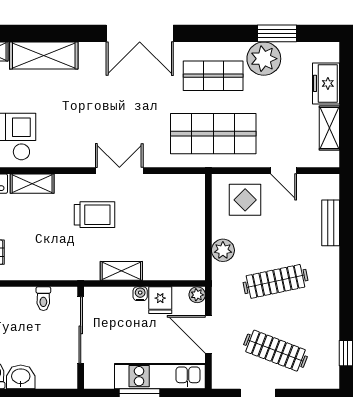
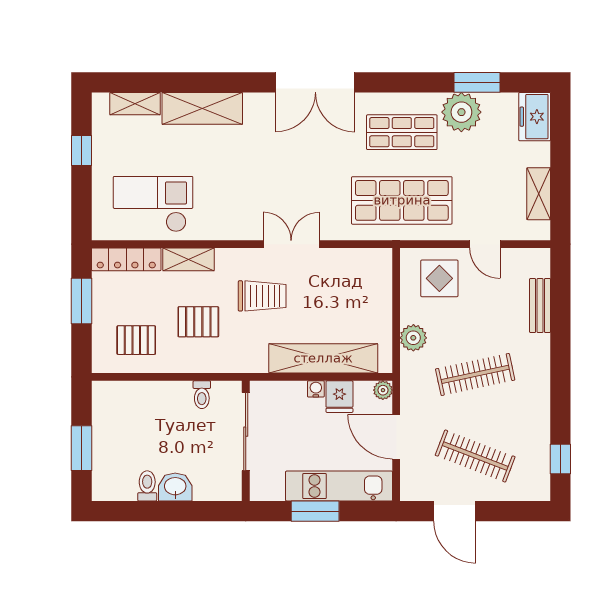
freezer: (326, 83) -> (535, 117), moved
pallet: (40, 237) -> (198, 322), added
shelving: (121, 271) -> (323, 358), width x2.20, depth x1.33

